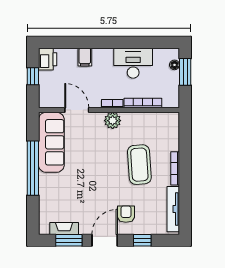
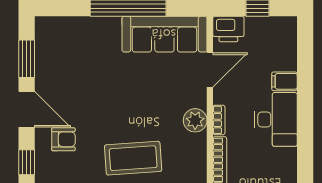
printer: (48, 59) -> (228, 29), moved
desk: (133, 63) -> (276, 119), moved
fireplace: (64, 228) -> (43, 52), removed

